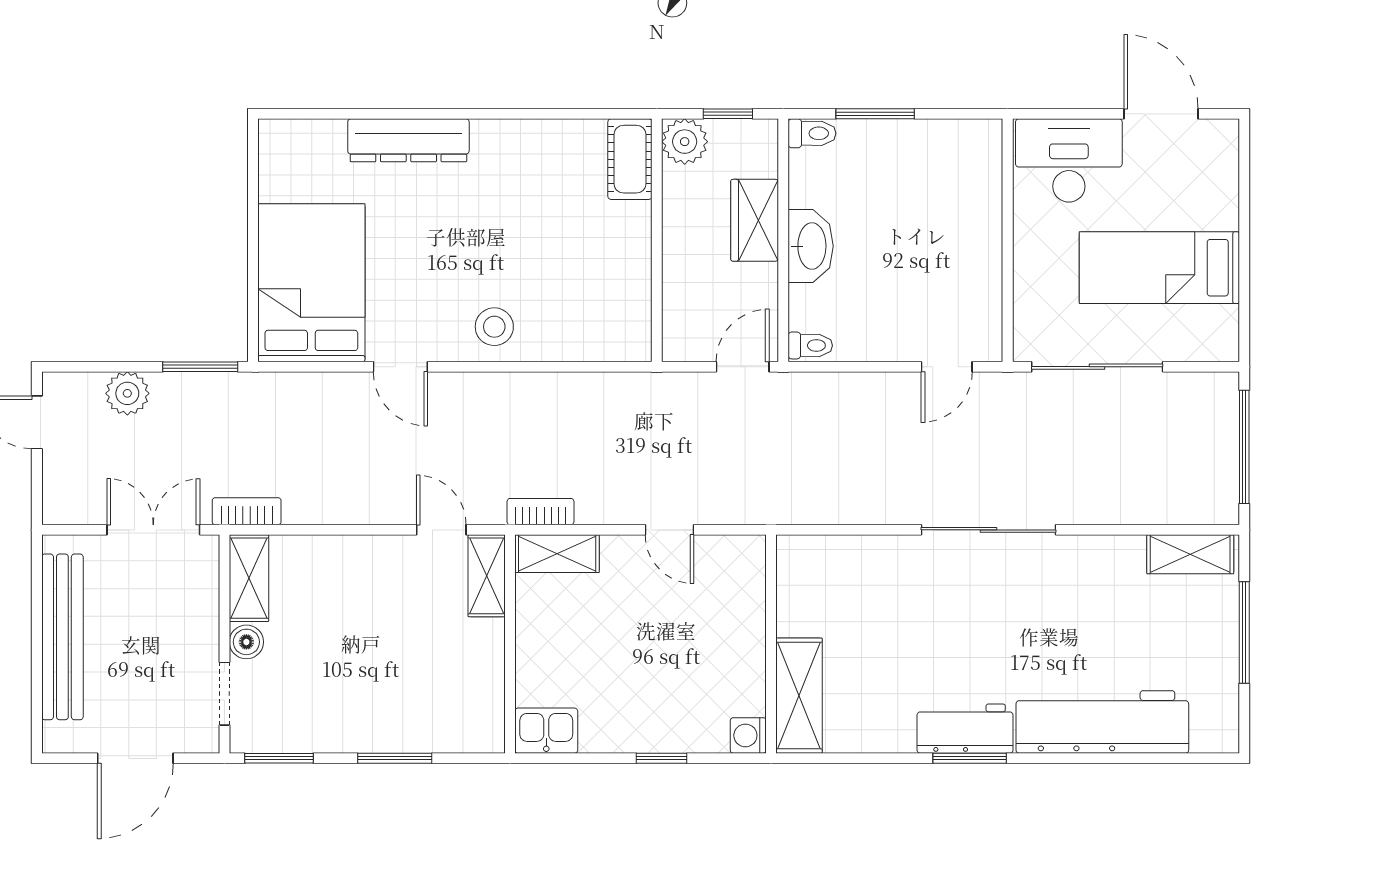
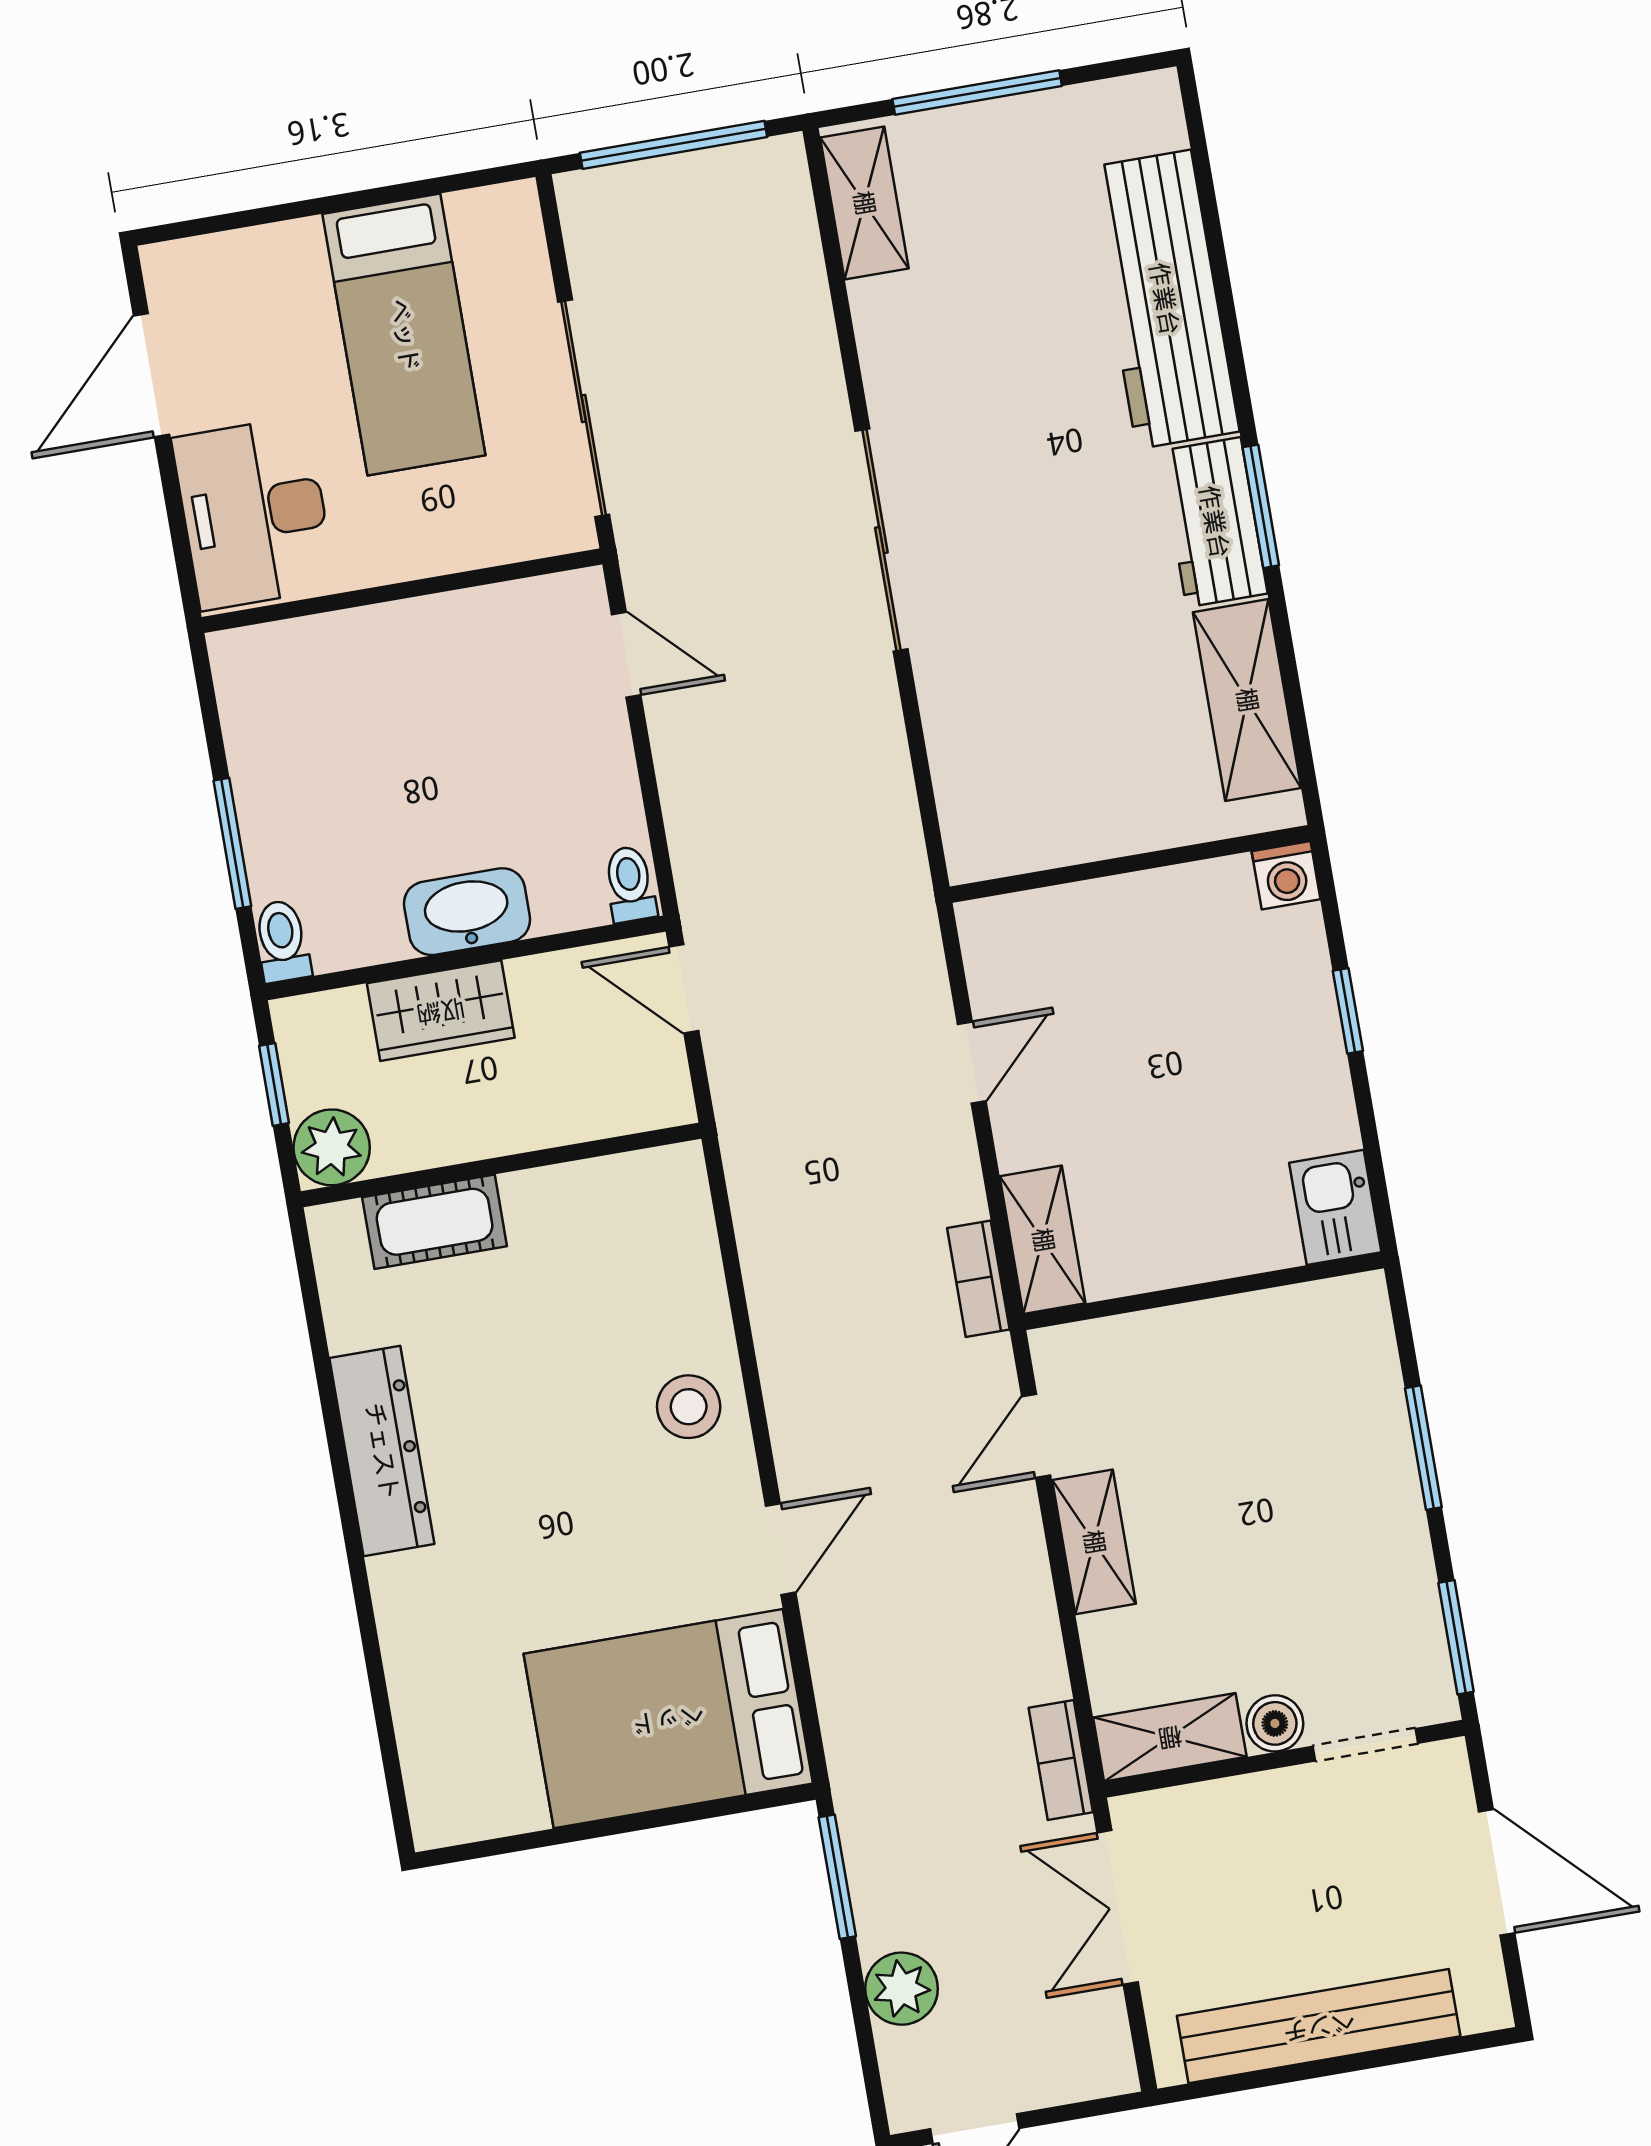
dresser: (408, 140) -> (382, 1451), moved
cot: (630, 159) -> (435, 1222), moved
shelving: (487, 576) -> (1094, 1542), moved, turned 90
shelving: (799, 696) -> (1247, 700), moved, turned 90

